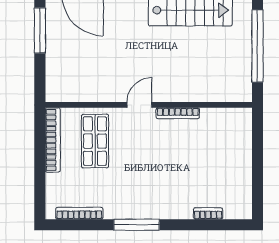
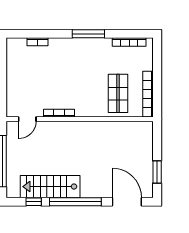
window: (40, 31) -> (157, 172), width x0.69
door: (139, 105) -> (27, 119), moved

